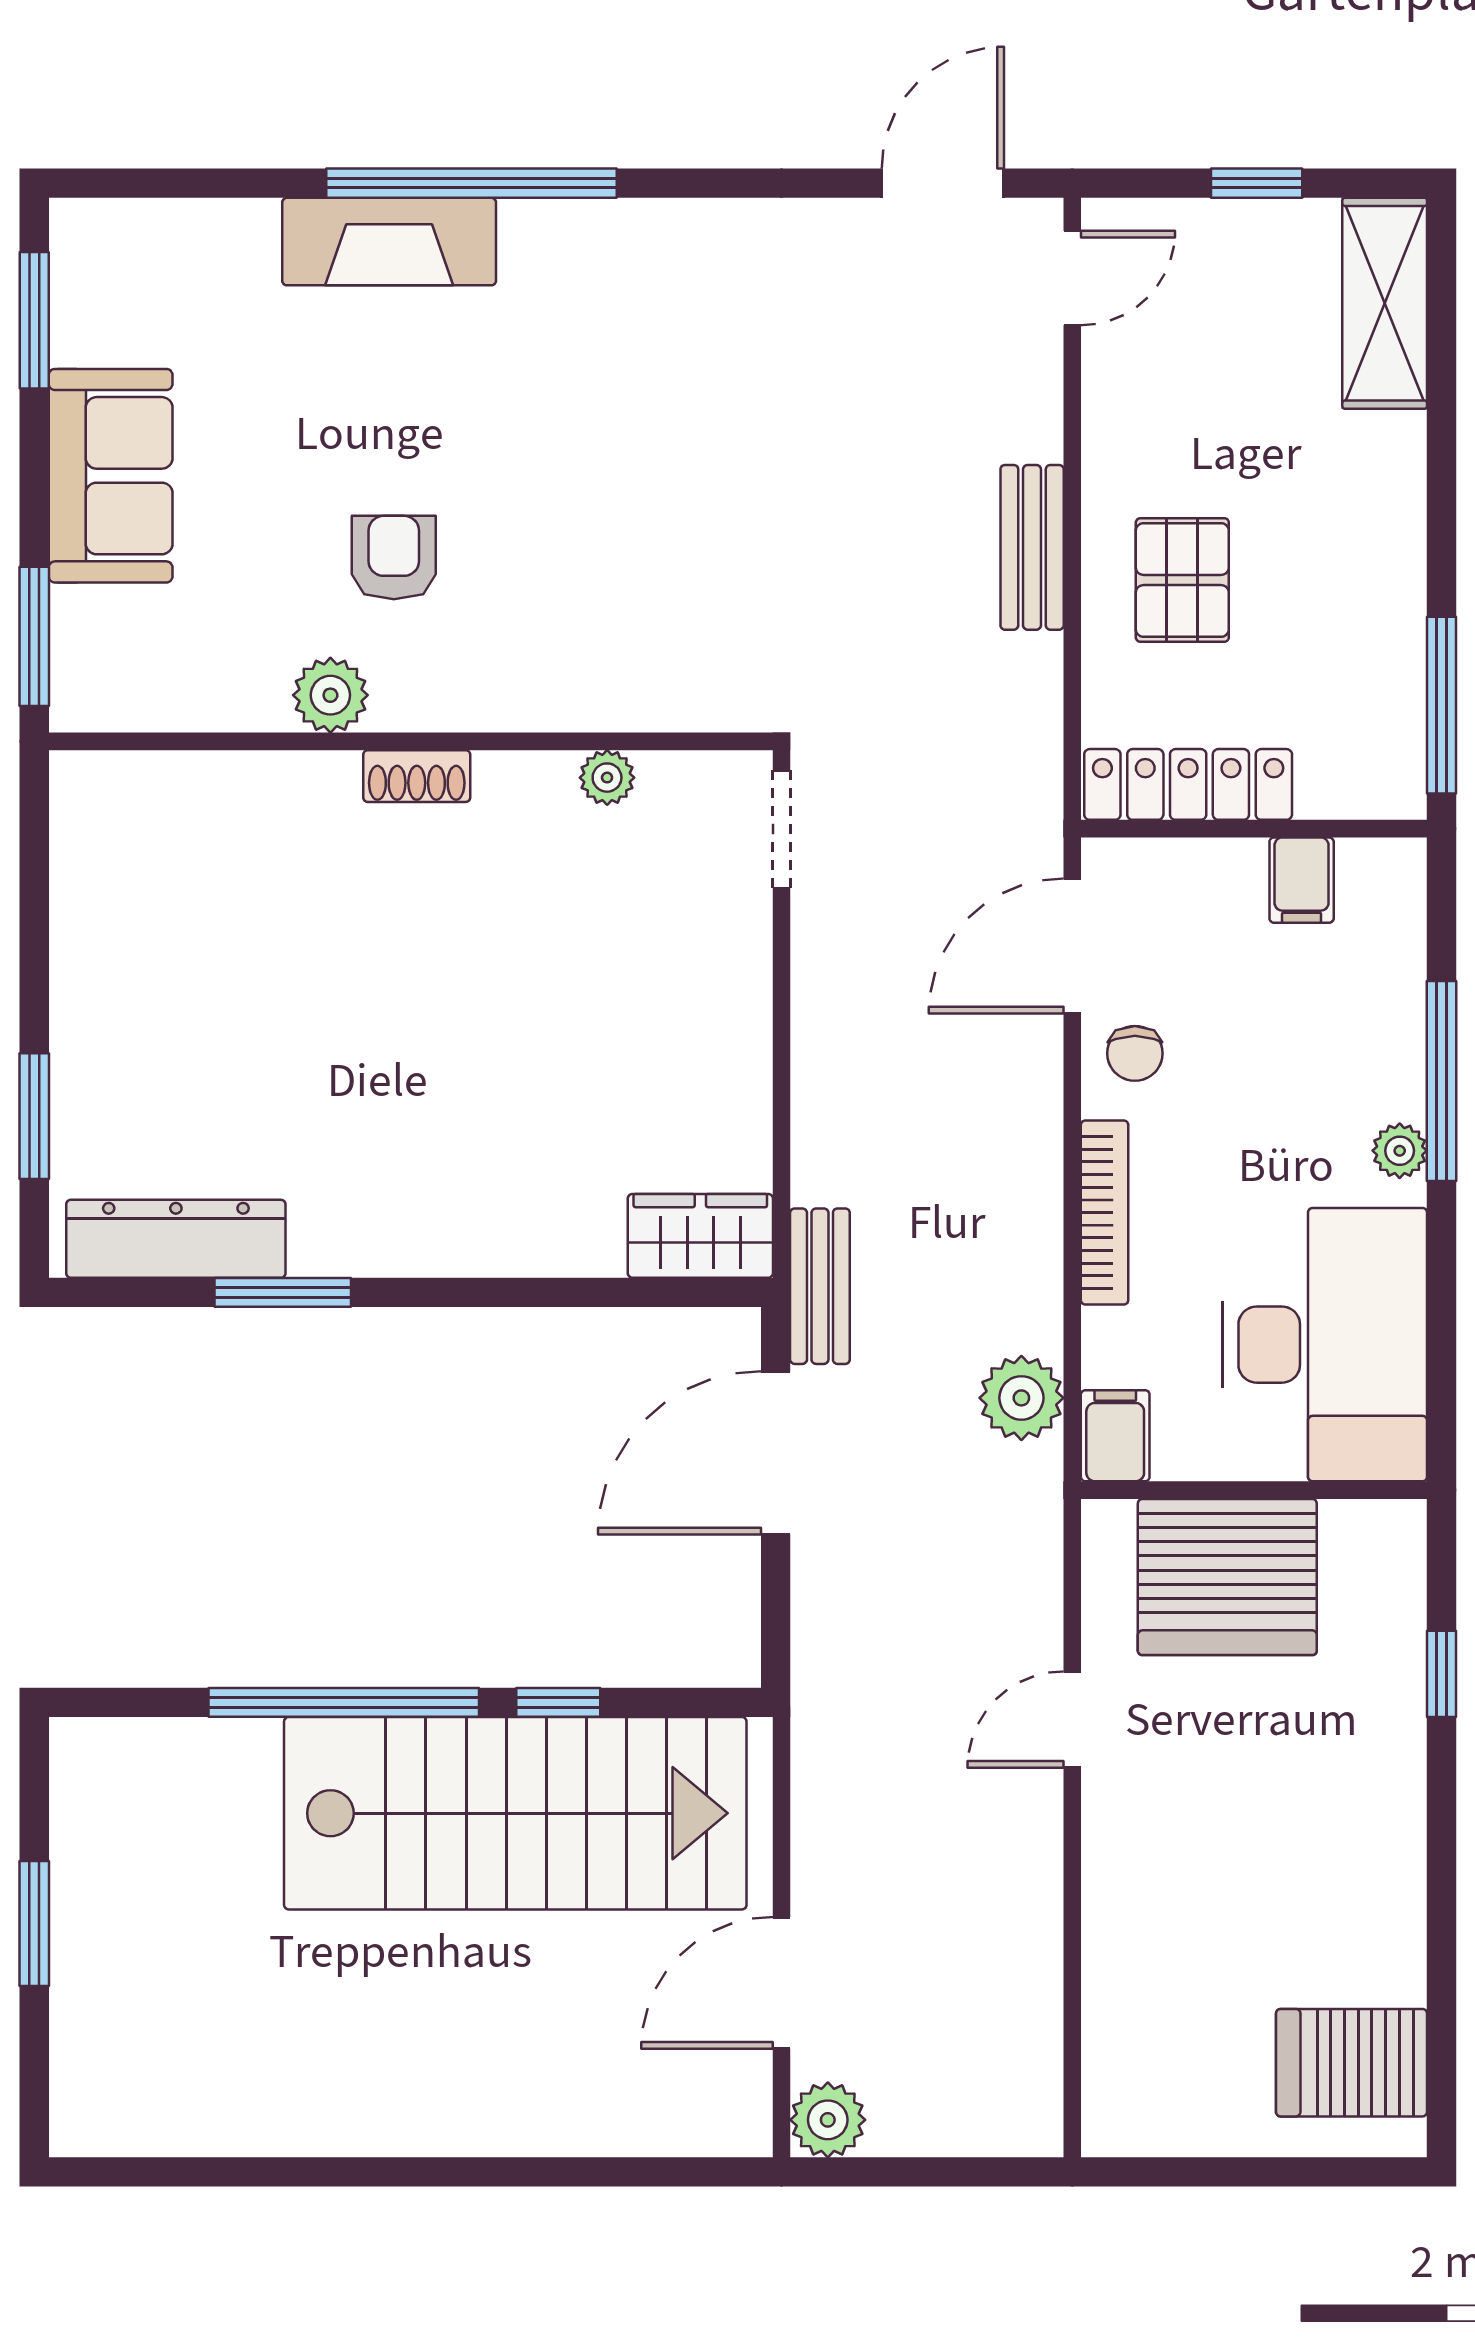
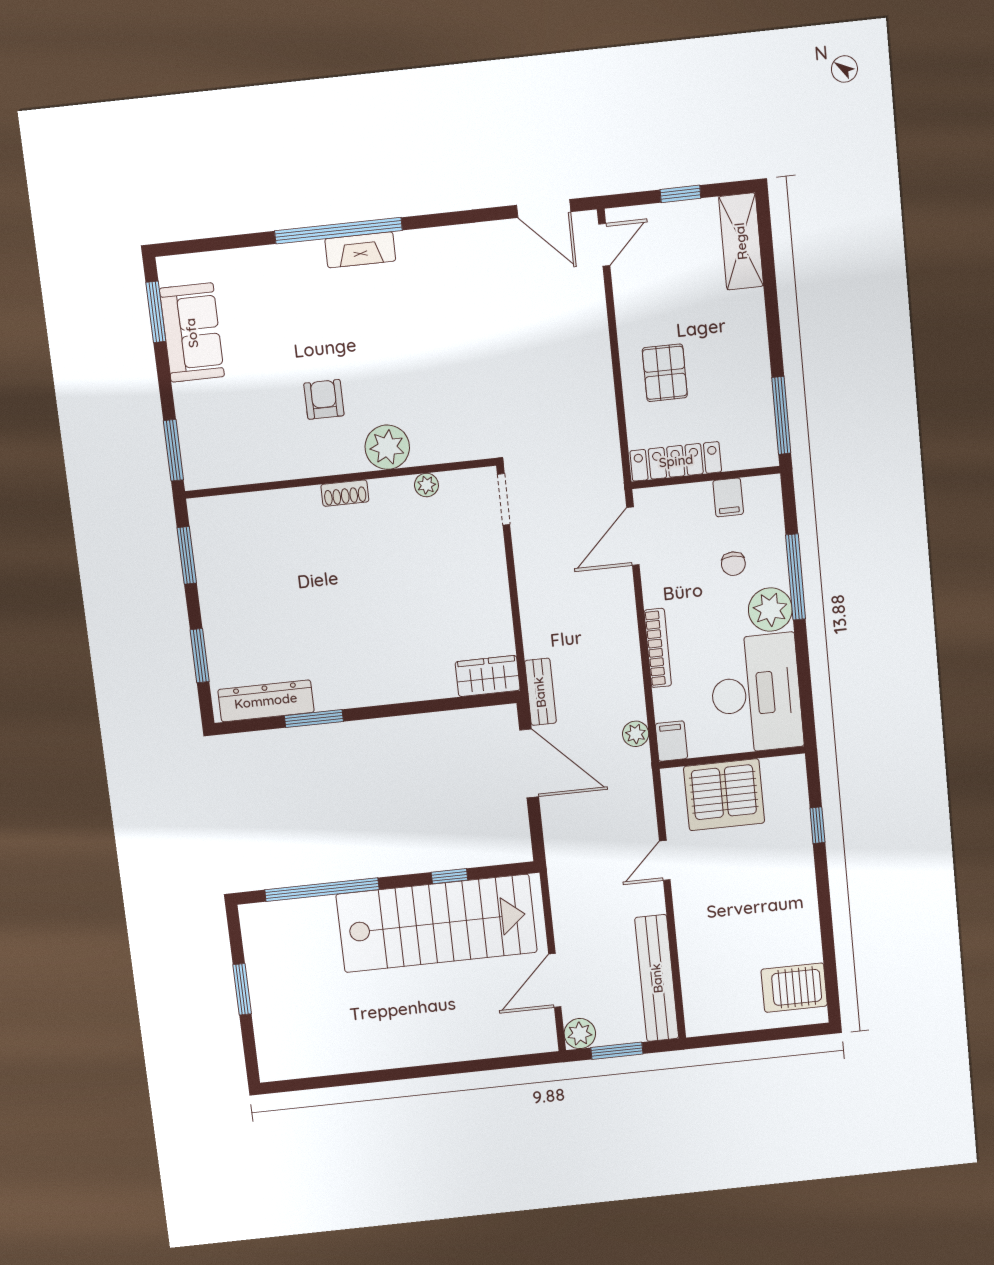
door: (943, 183) -> (544, 209), swing flipped
fireplace: (389, 242) -> (360, 250), moved, width x0.73, depth x0.76
sofa: (111, 476) -> (192, 333), moved
bench: (1032, 547) -> (657, 978), moved, width x1.86, depth x1.21
plant: (330, 695) -> (387, 447), moved, width x1.36, depth x1.36
window: (34, 880) -> (187, 555), added
chair: (1135, 1053) -> (733, 564), moved
plant: (1400, 1151) -> (770, 610), width x1.88, depth x1.88
plant: (1021, 1398) -> (636, 734), width x0.73, depth x0.73
door: (776, 1453) -> (529, 763), swing flipped
window: (344, 1702) -> (322, 890), moved
window: (912, 2172) -> (617, 1051), added

